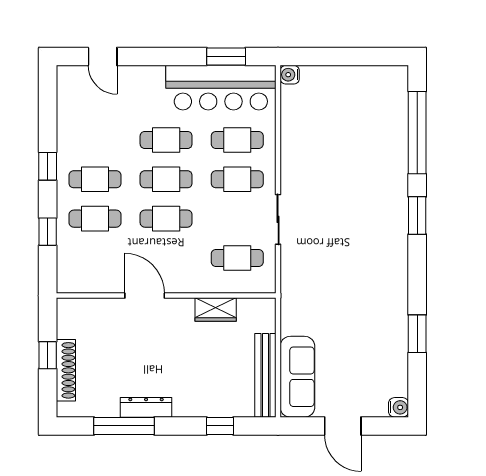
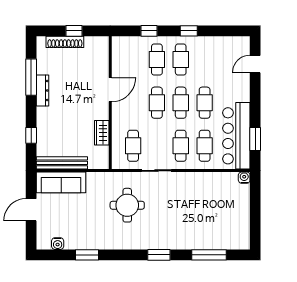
window: (417, 133) -> (209, 255), width x0.68
round table: (335, 268) -> (127, 205), added
water cooler: (399, 407) -> (58, 244), moved

